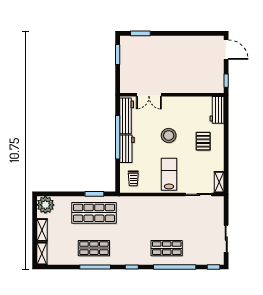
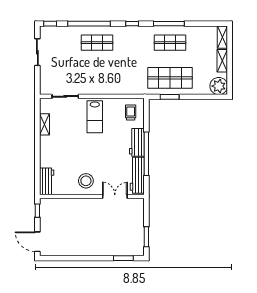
stool: (169, 135) -> (86, 181), moved
pallet: (203, 141) -> (61, 150), removed
shelving: (219, 182) -> (44, 124), moved

